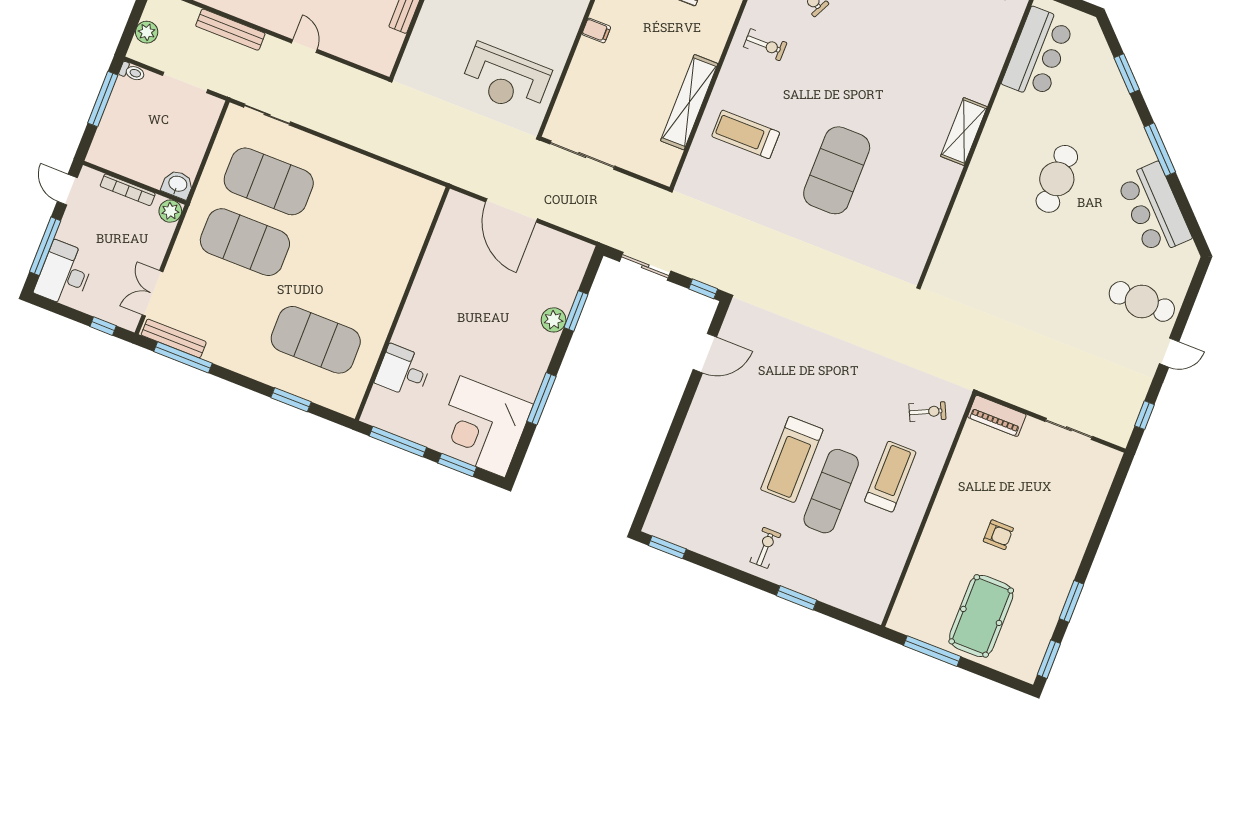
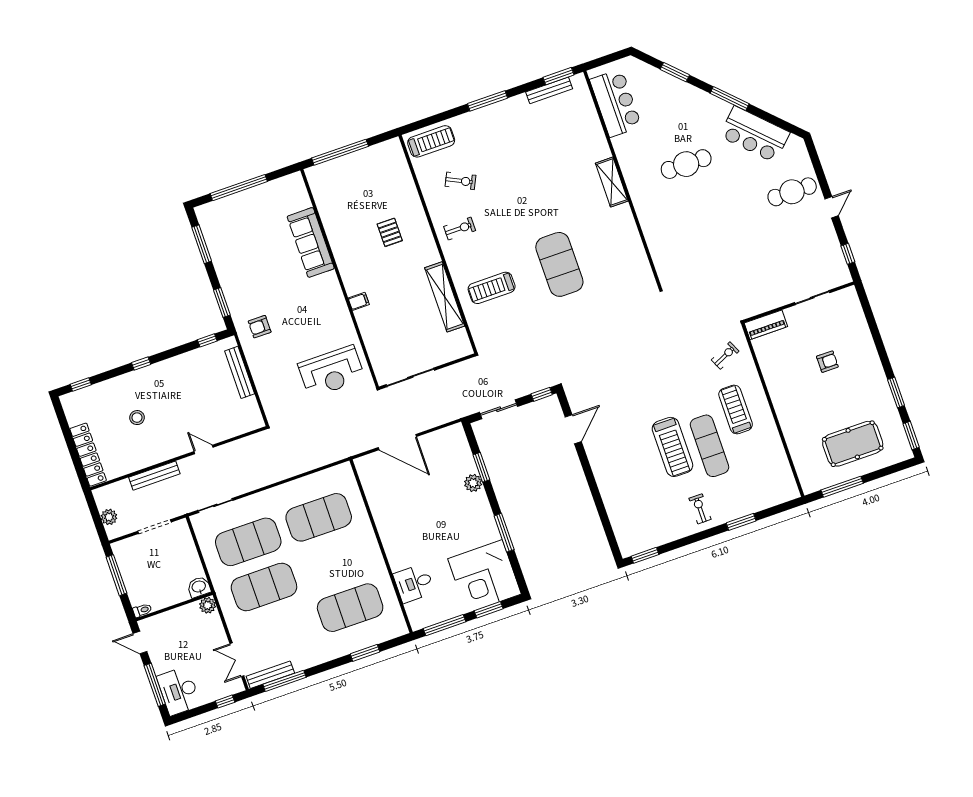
toilet: (132, 72) -> (142, 610), moved
cafe table: (1057, 179) -> (686, 164), turned 90
bookcase: (128, 190) -> (174, 614), removed
exercise mat: (363, 218) -> (319, 517), added
armchair: (998, 535) -> (827, 362), moved
pool table: (981, 616) -> (853, 444), turned 90

